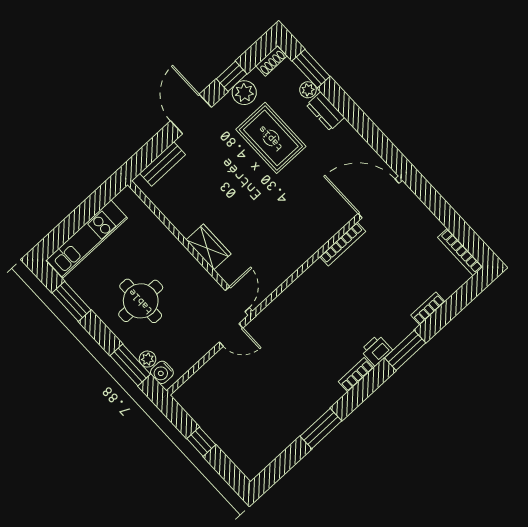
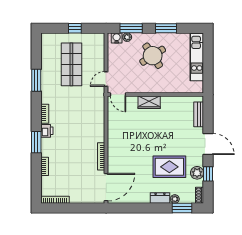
window: (71, 301) -> (166, 28), moved
round table: (141, 301) -> (153, 56), turned -33
shop shelf: (255, 401) -> (71, 64), added

